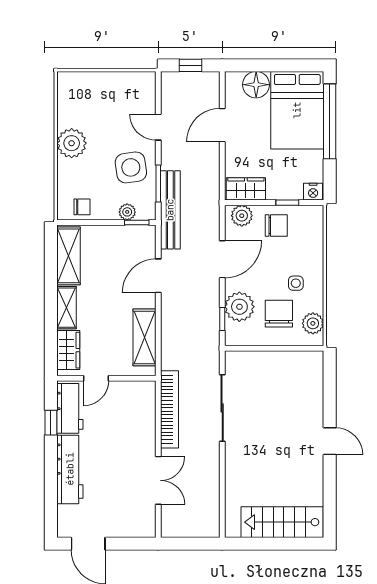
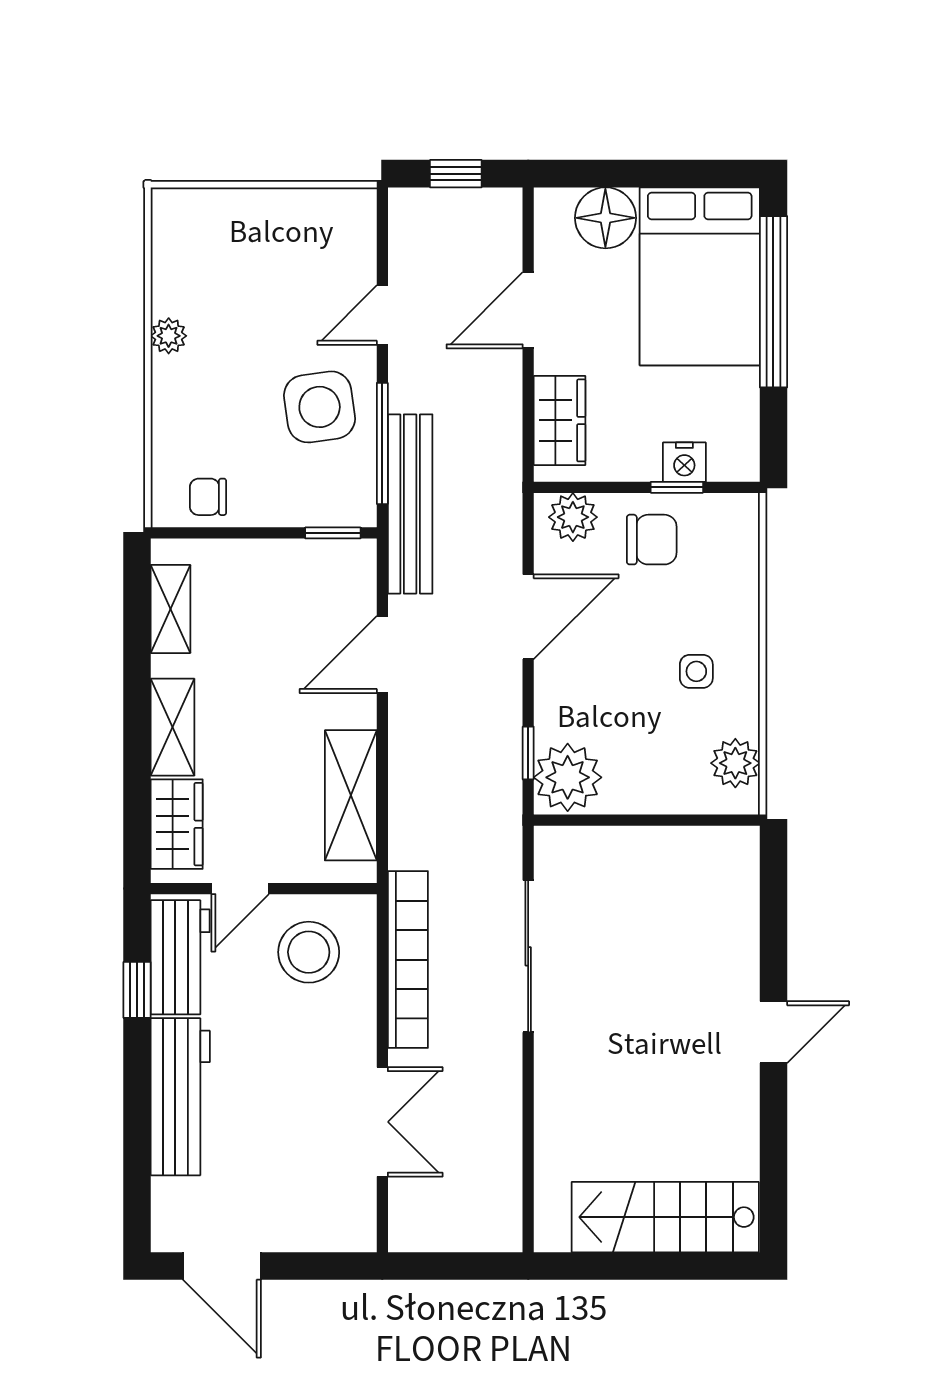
door: (158, 127) -> (382, 315), hinge flipped
plant: (72, 143) -> (169, 336), width x0.53, depth x0.53
window: (158, 183) -> (382, 443), width x1.44
wardrobe: (246, 189) -> (560, 420), moved, turned 90
nightstand: (313, 192) -> (684, 462), moved
chair: (82, 207) -> (208, 497), turned 180
plant: (127, 212) -> (311, 509), removed
shelving: (68, 256) -> (171, 609), width x0.67, depth x0.75
plant: (239, 307) -> (568, 777), moved
chair: (279, 314) -> (658, 741), removed
stool: (126, 406) -> (309, 952), added
door: (330, 441) -> (773, 1032), hinge flipped

